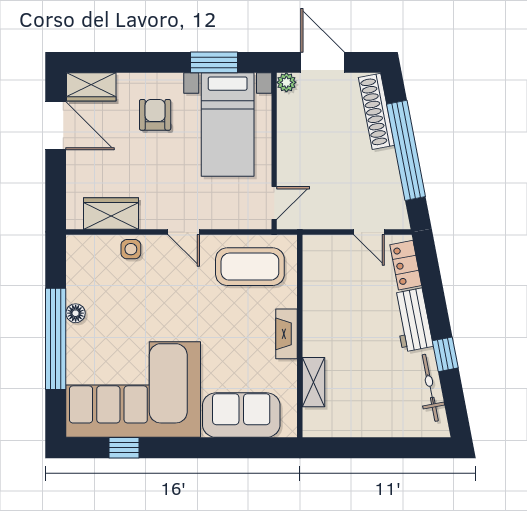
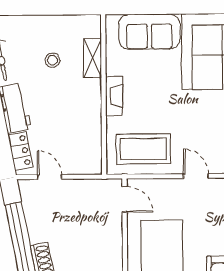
door: (274, 203) -> (125, 199), swing flipped
stool: (364, 380) -> (52, 60), added

